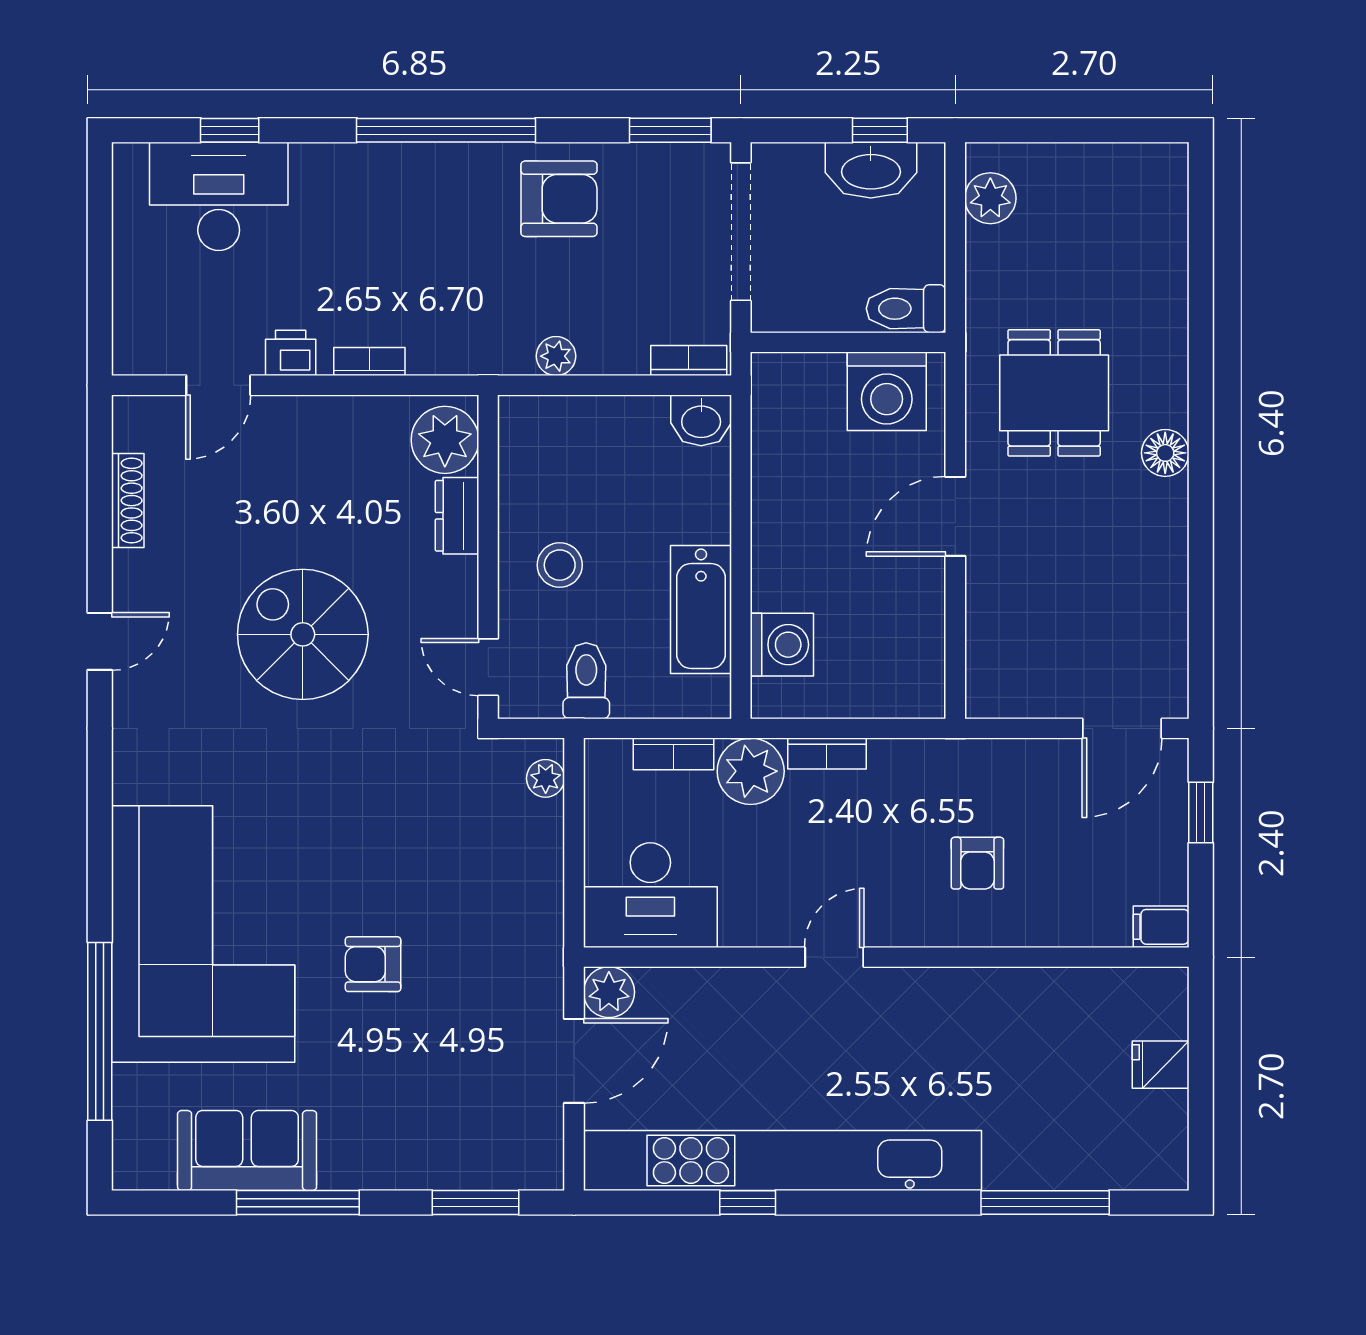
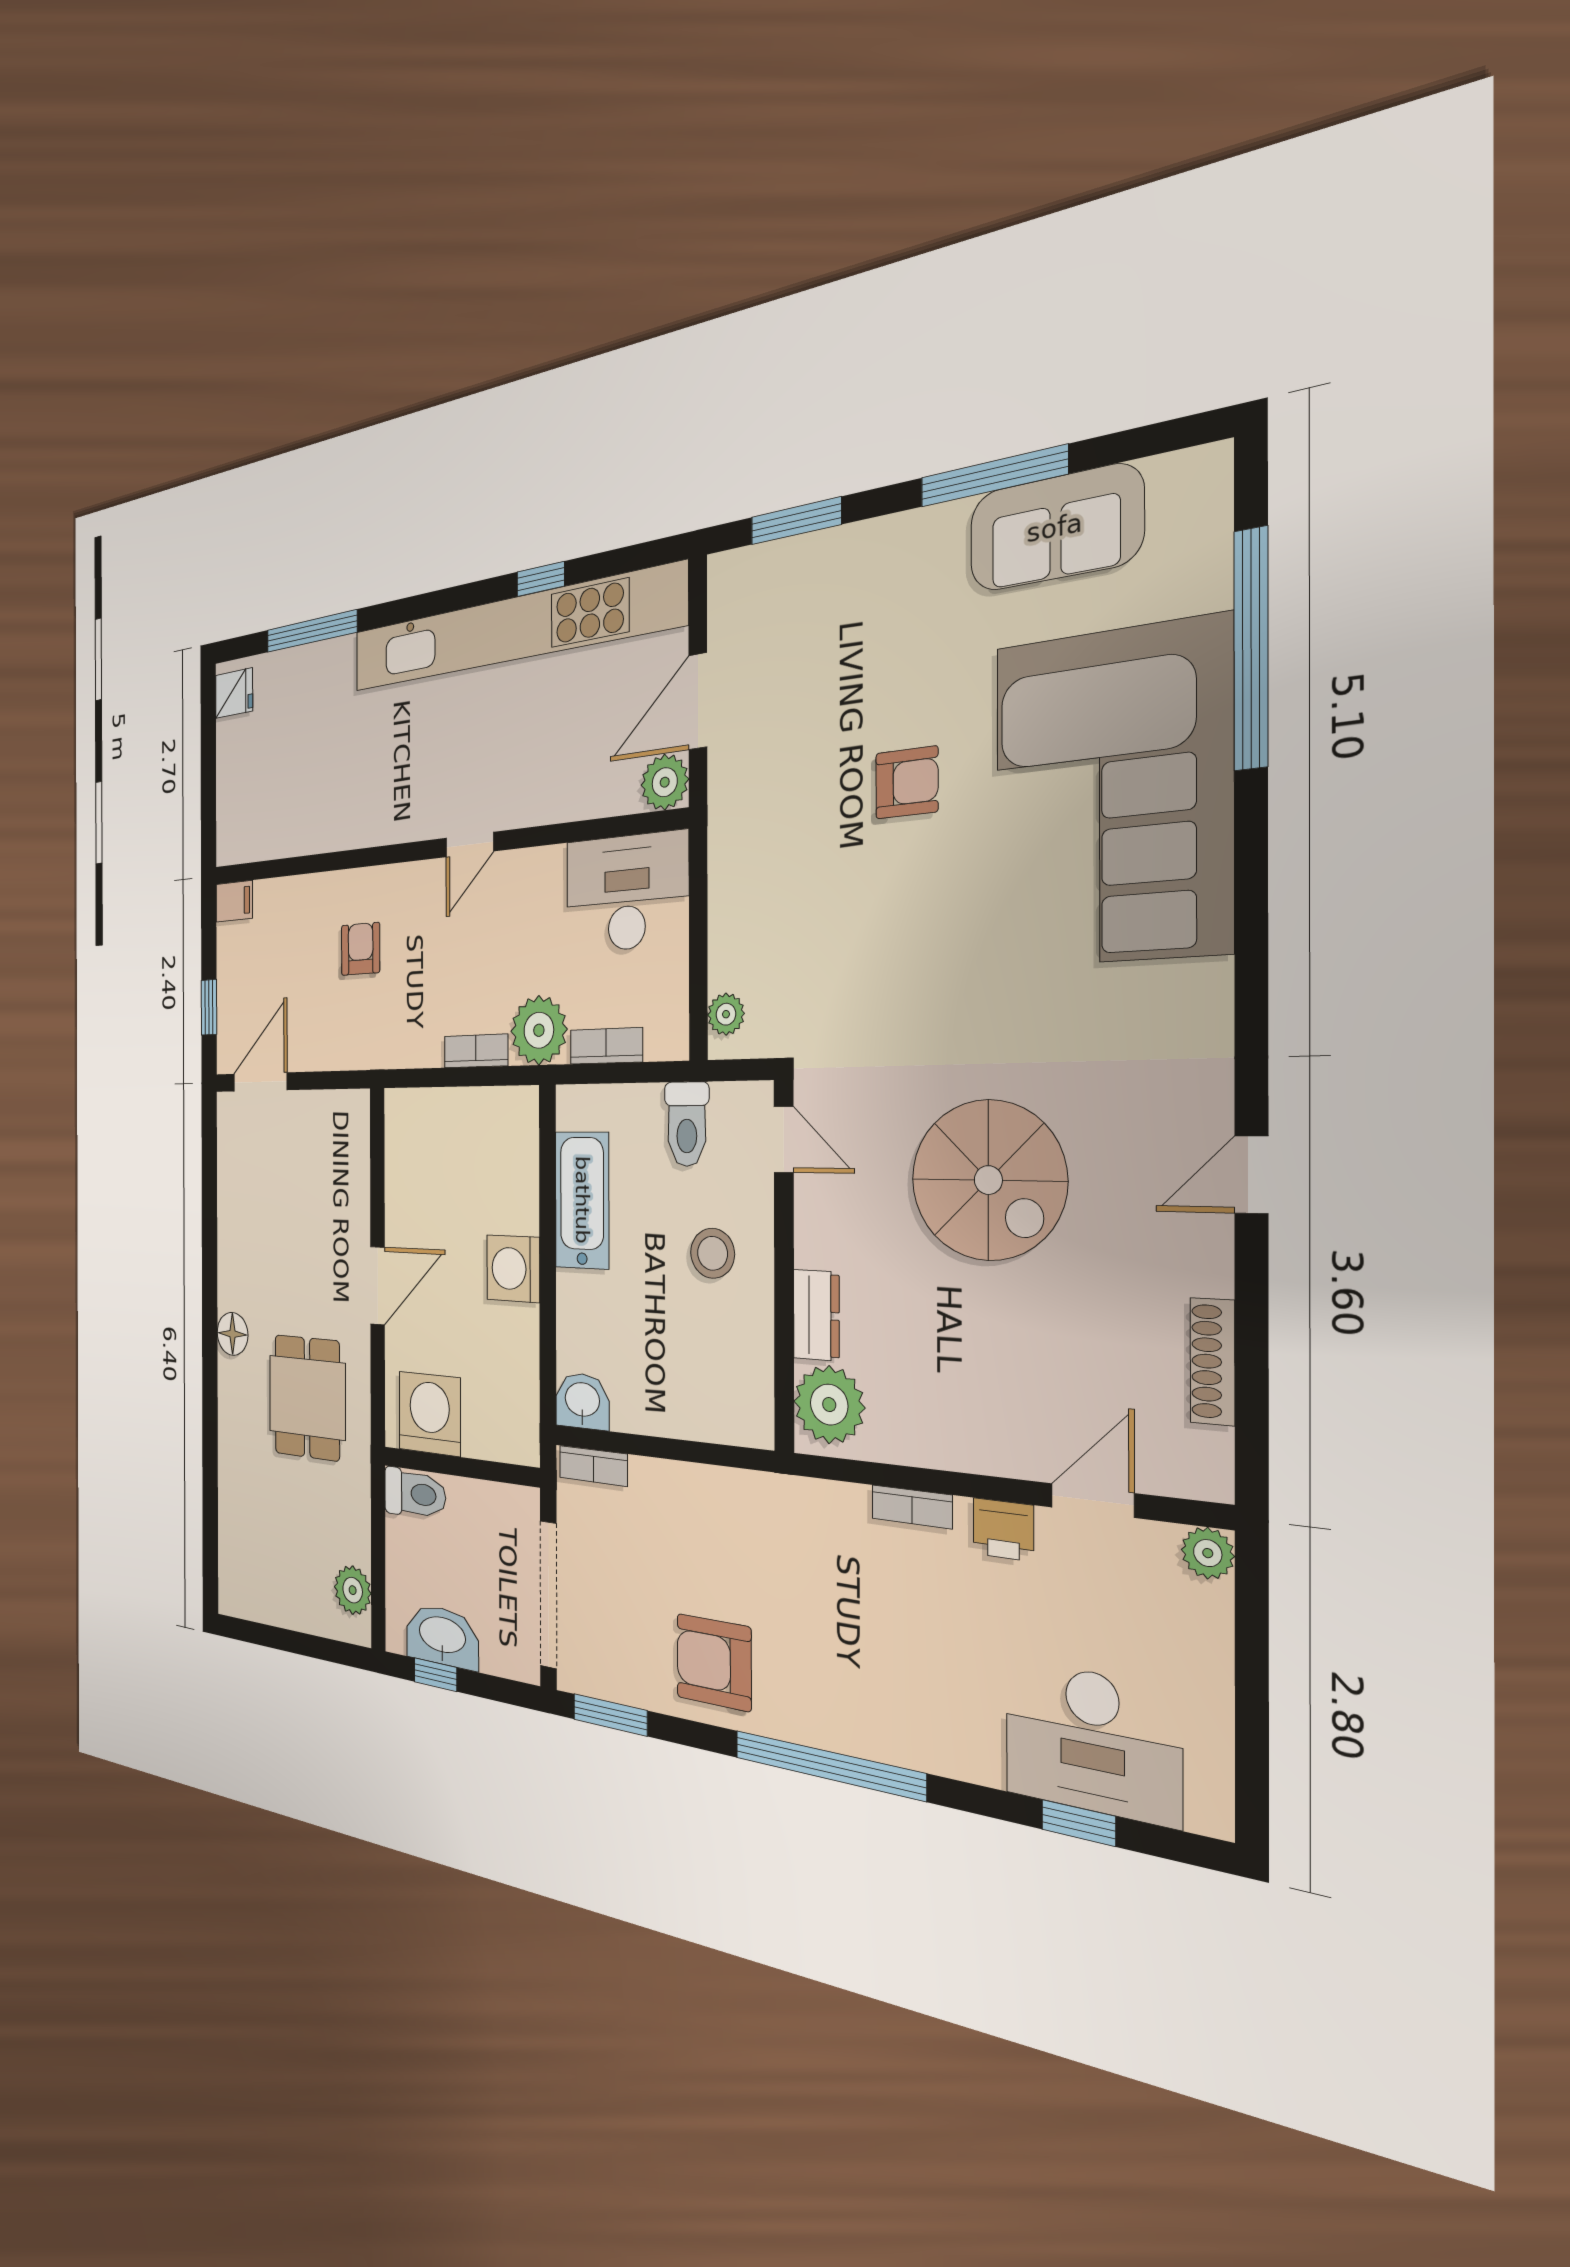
plant: (556, 356) -> (1208, 1553), moved
washing machine: (782, 645) -> (513, 1269), moved
fridge: (1161, 1065) -> (234, 693), moved

